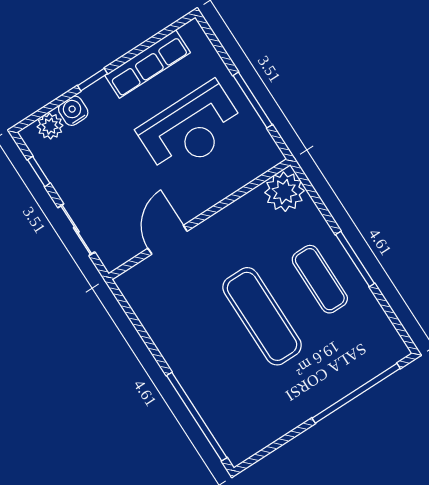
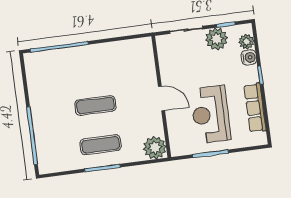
plant: (68, 175) -> (216, 39), added
door: (168, 240) -> (162, 98), moved
exercise mat: (262, 316) -> (95, 106), width x0.73, depth x0.69

